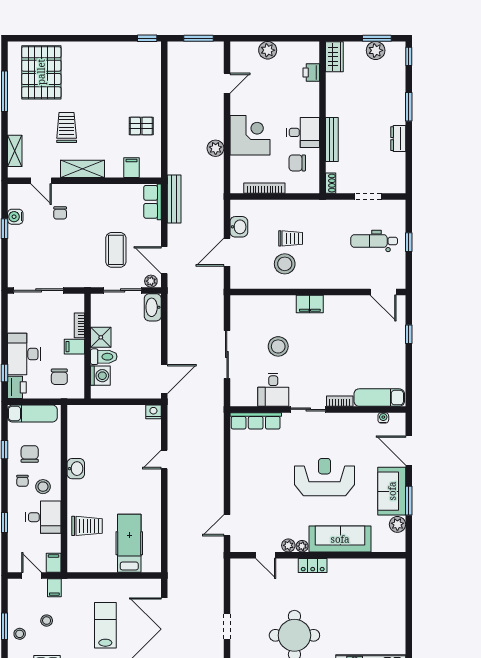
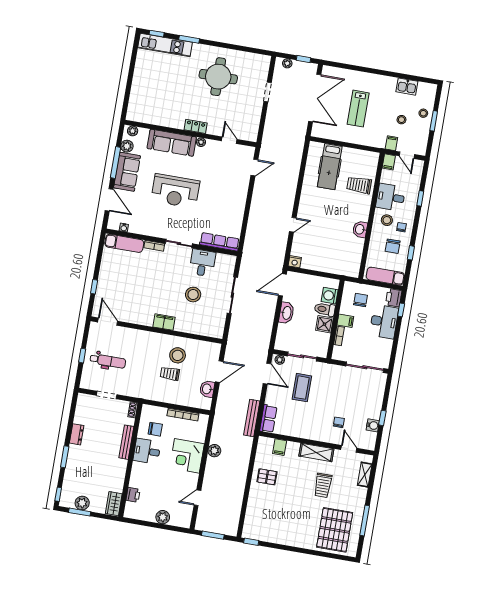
washbasin: (153, 307) -> (286, 313), moved
window: (409, 501) -> (116, 163), width x1.44
plant: (288, 545) -> (133, 131), moved

